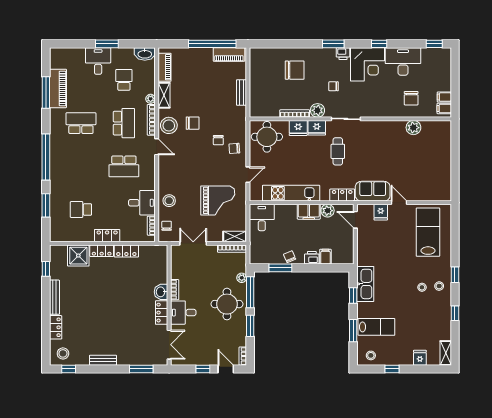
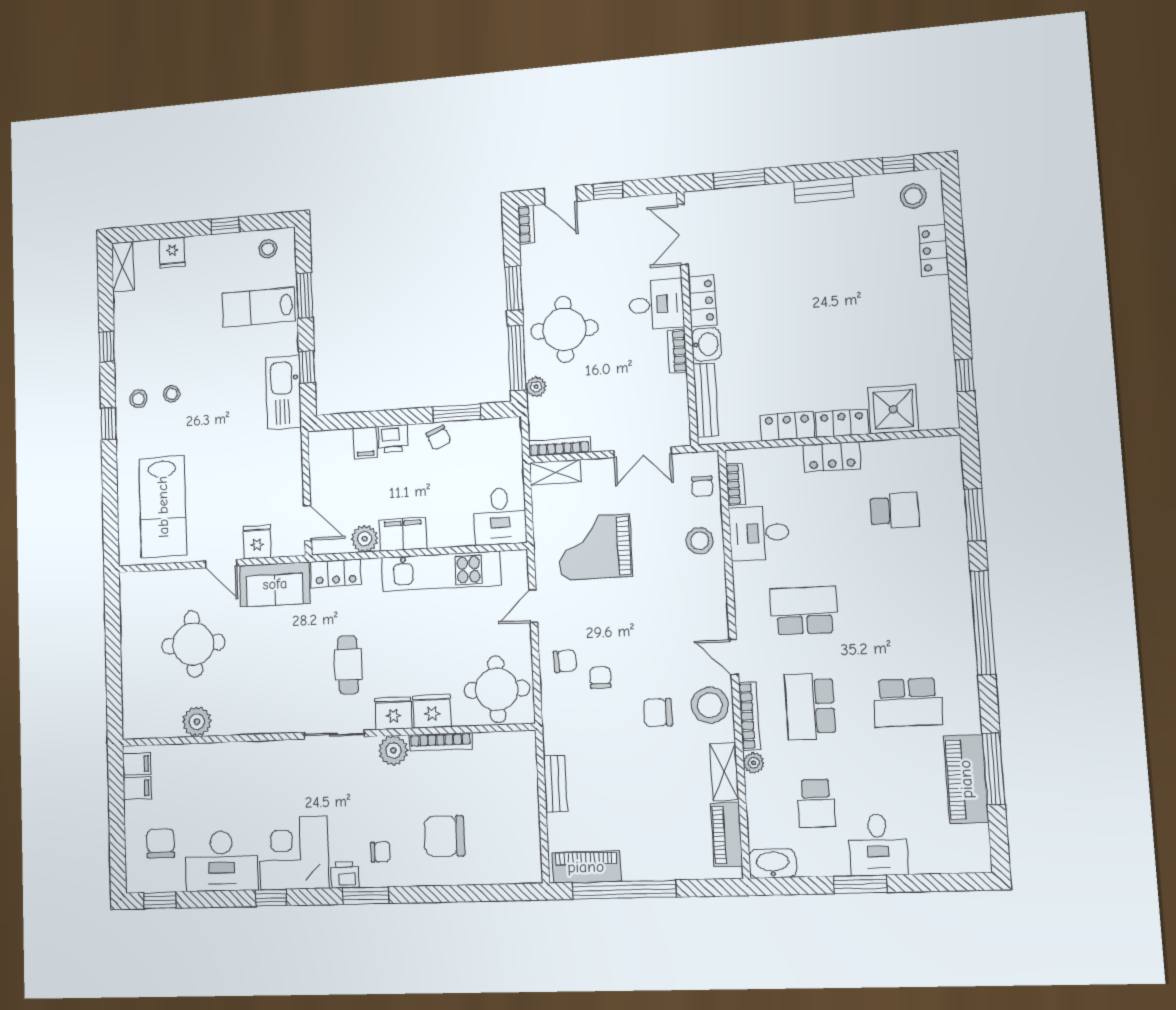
chair: (334, 86) -> (381, 852), moved
chair: (411, 98) -> (161, 843), moved
round table: (414, 165) -> (193, 644), added
bench: (54, 297) -> (706, 400), moved

